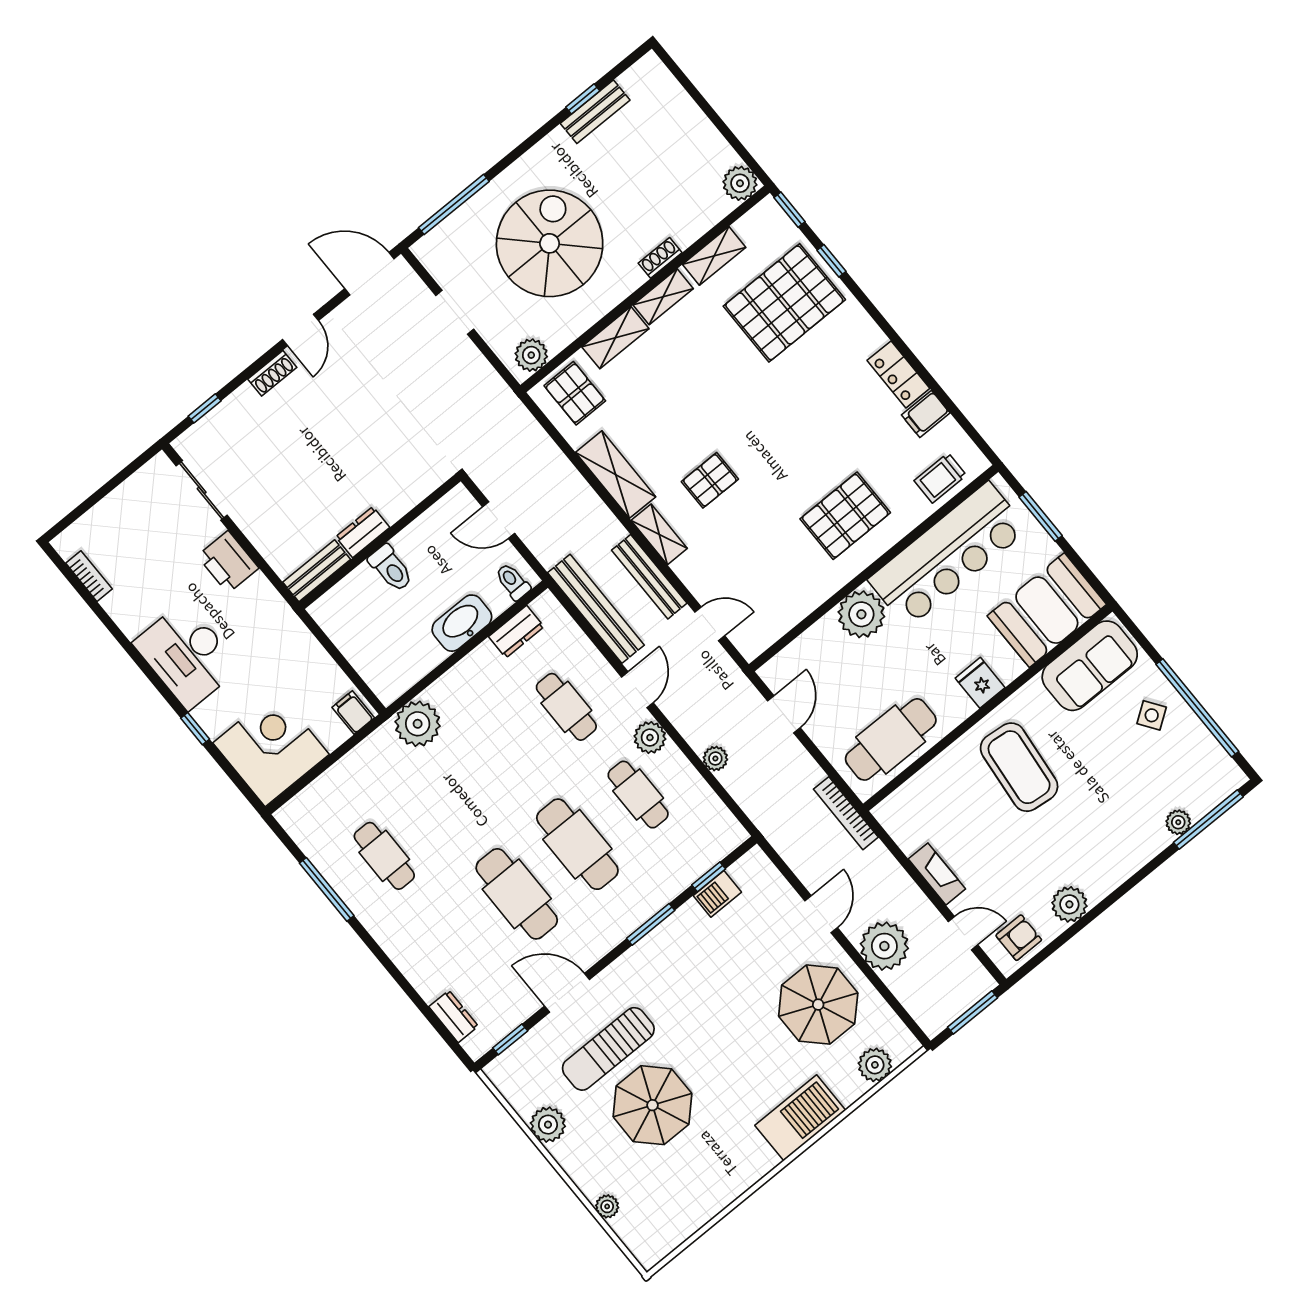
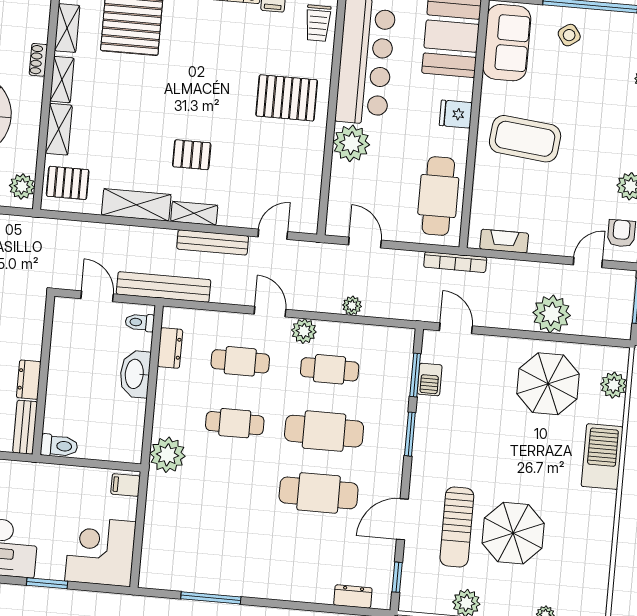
pallet: (710, 480) -> (192, 155), turned 90
pallet: (845, 516) -> (287, 98), turned 90
door: (499, 520) -> (97, 296), swing flipped
toilet: (391, 568) -> (59, 446), moved
bench: (596, 609) -> (164, 287), moved
window: (195, 729) -> (47, 583), width x1.50
cafe table: (384, 856) -> (235, 423), moved
fireplace: (937, 874) -> (504, 241), moved
window: (709, 877) -> (415, 375), width x1.50
door: (821, 914) -> (456, 328), moved

